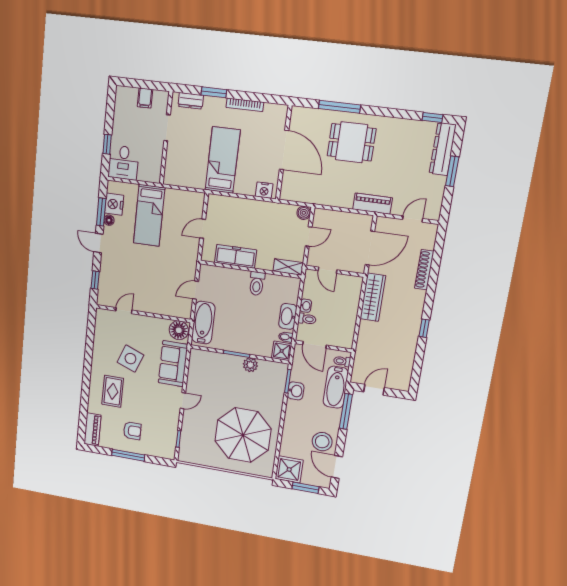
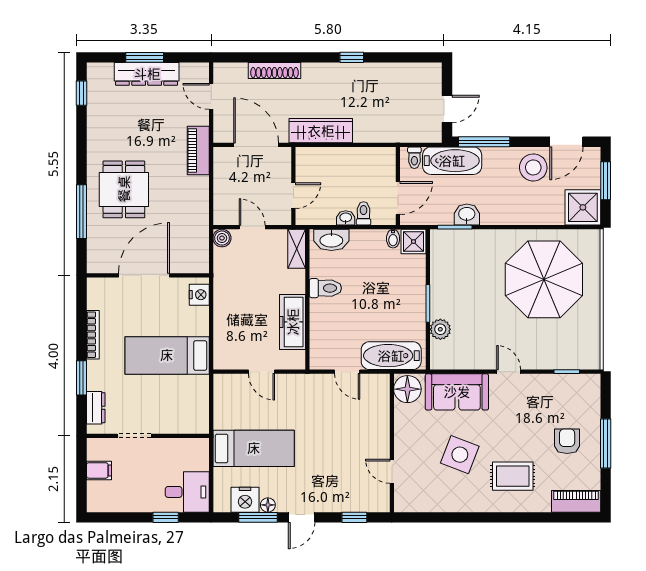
dresser: (443, 149) -> (147, 74), moved
washbasin: (288, 316) -> (331, 240), moved
plant: (250, 365) -> (440, 329), moved
door: (374, 390) -> (447, 109), swing flipped

